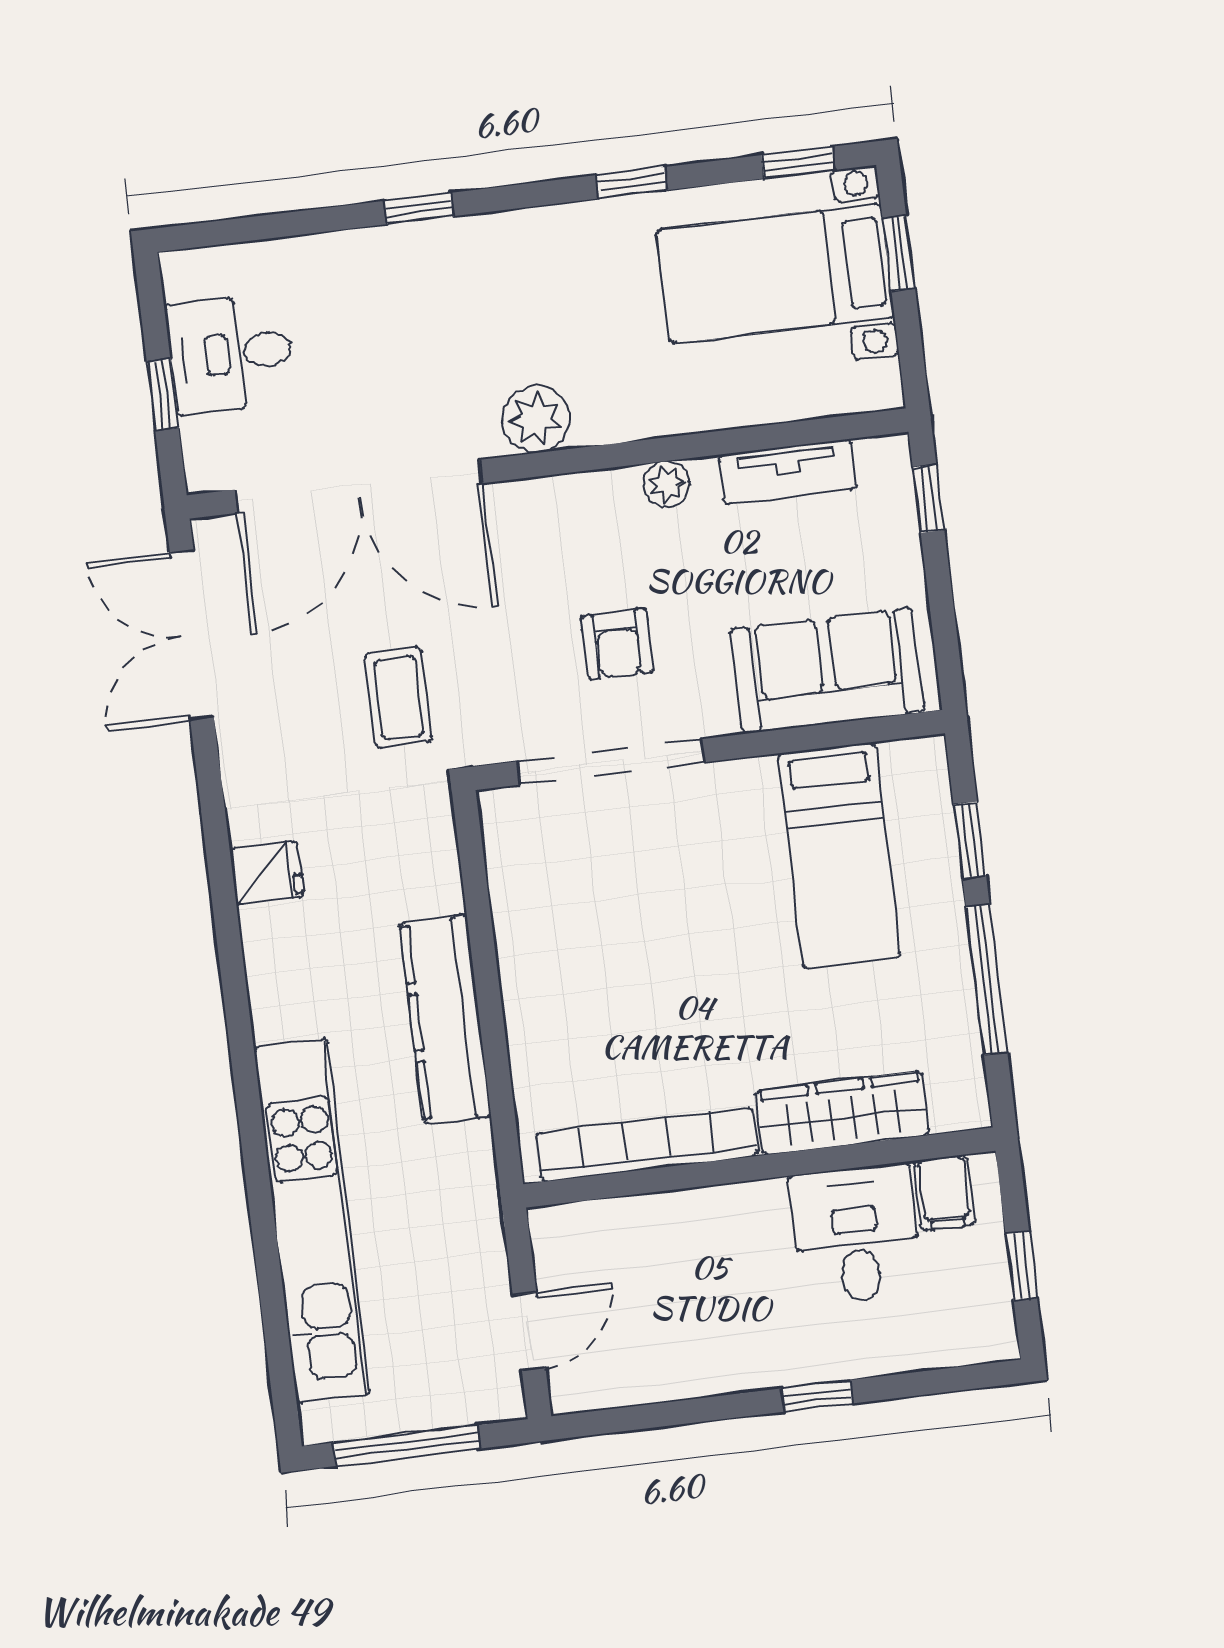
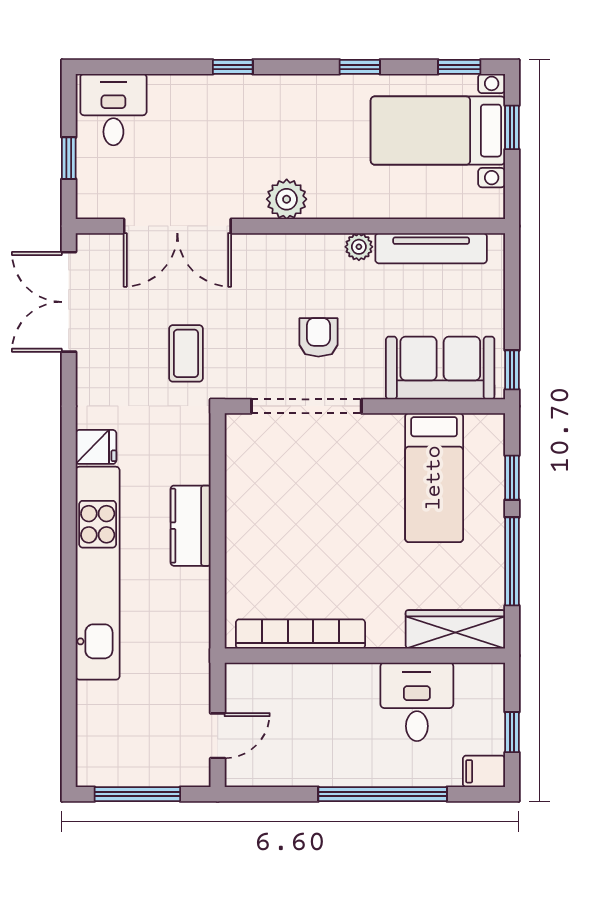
desk: (230, 354) -> (113, 110), moved, turned 90
tv unit: (788, 472) -> (431, 248), width x1.41
double door: (359, 486) -> (177, 226), width x0.73
window: (928, 499) -> (512, 370), moved
armchair: (617, 644) -> (318, 337), turned 180
kitchen counter: (445, 1019) -> (191, 526), width x0.67
wardrobe: (842, 1113) -> (455, 629), moved
filing cabinet: (944, 1193) -> (484, 771), moved, turned 90
kitchen unit: (312, 1221) -> (98, 573), moved
window: (817, 1396) -> (383, 794), width x3.17

